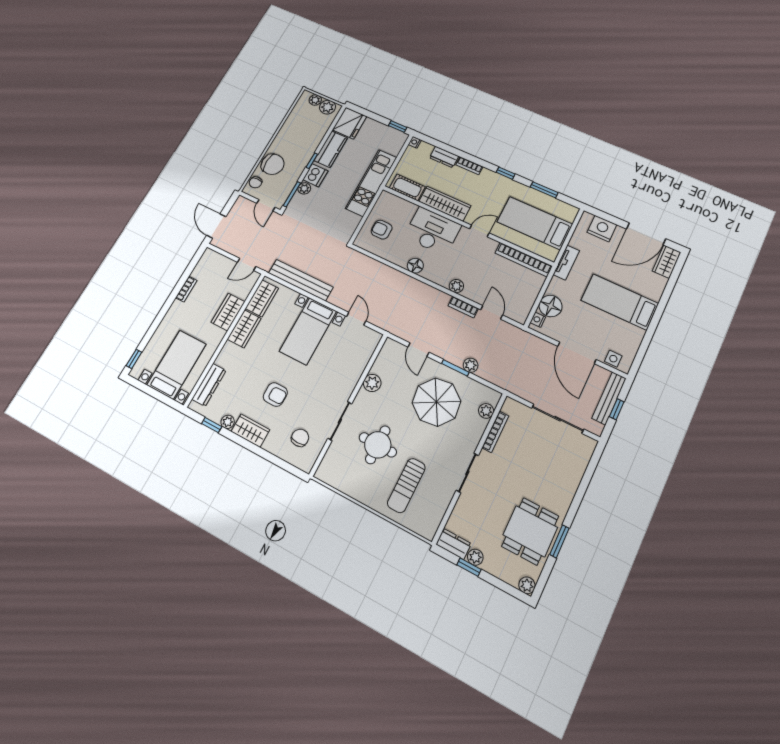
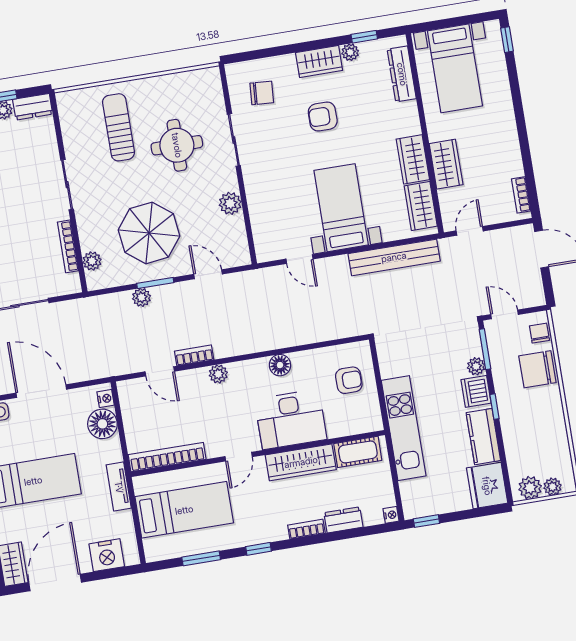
bookcase: (186, 289) -> (521, 195), moved
chair: (300, 438) -> (262, 93), turned -86

